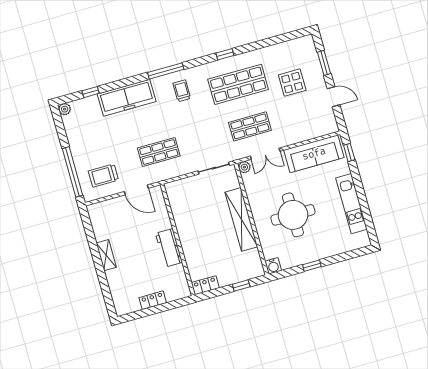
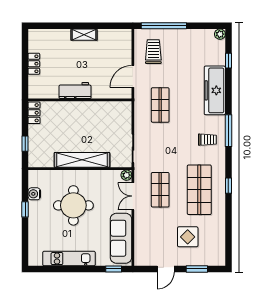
water cooler: (273, 266) -> (34, 194), moved

